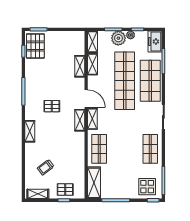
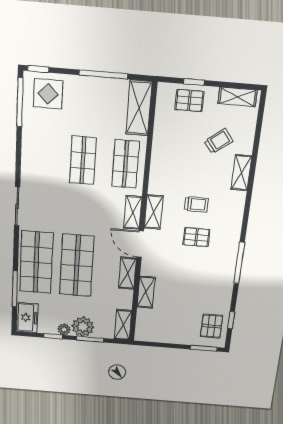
pallet: (35, 46) -> (211, 326), width x0.67, depth x0.71
shelving: (93, 64) -> (127, 273), moved
shop shelf: (125, 81) -> (77, 266), width x0.71
trolley: (54, 127) -> (196, 204), added
shelving: (30, 131) -> (241, 173), moved
shop shelf: (150, 149) -> (83, 160), moved

